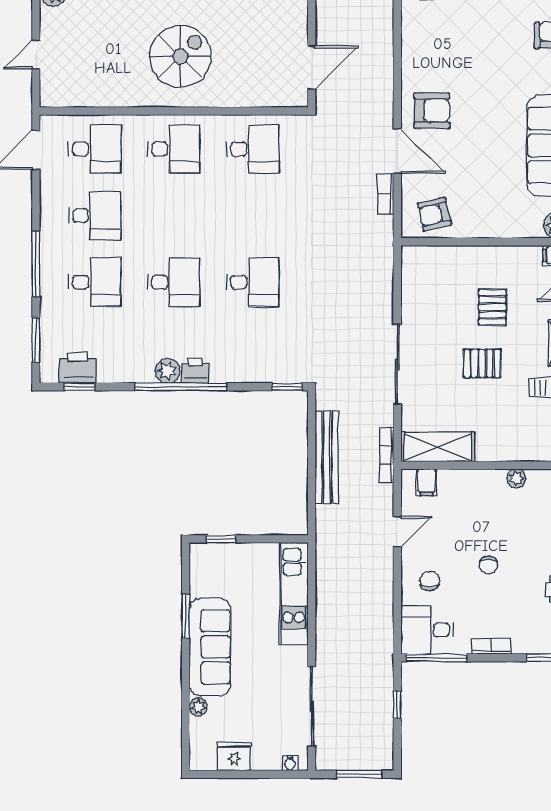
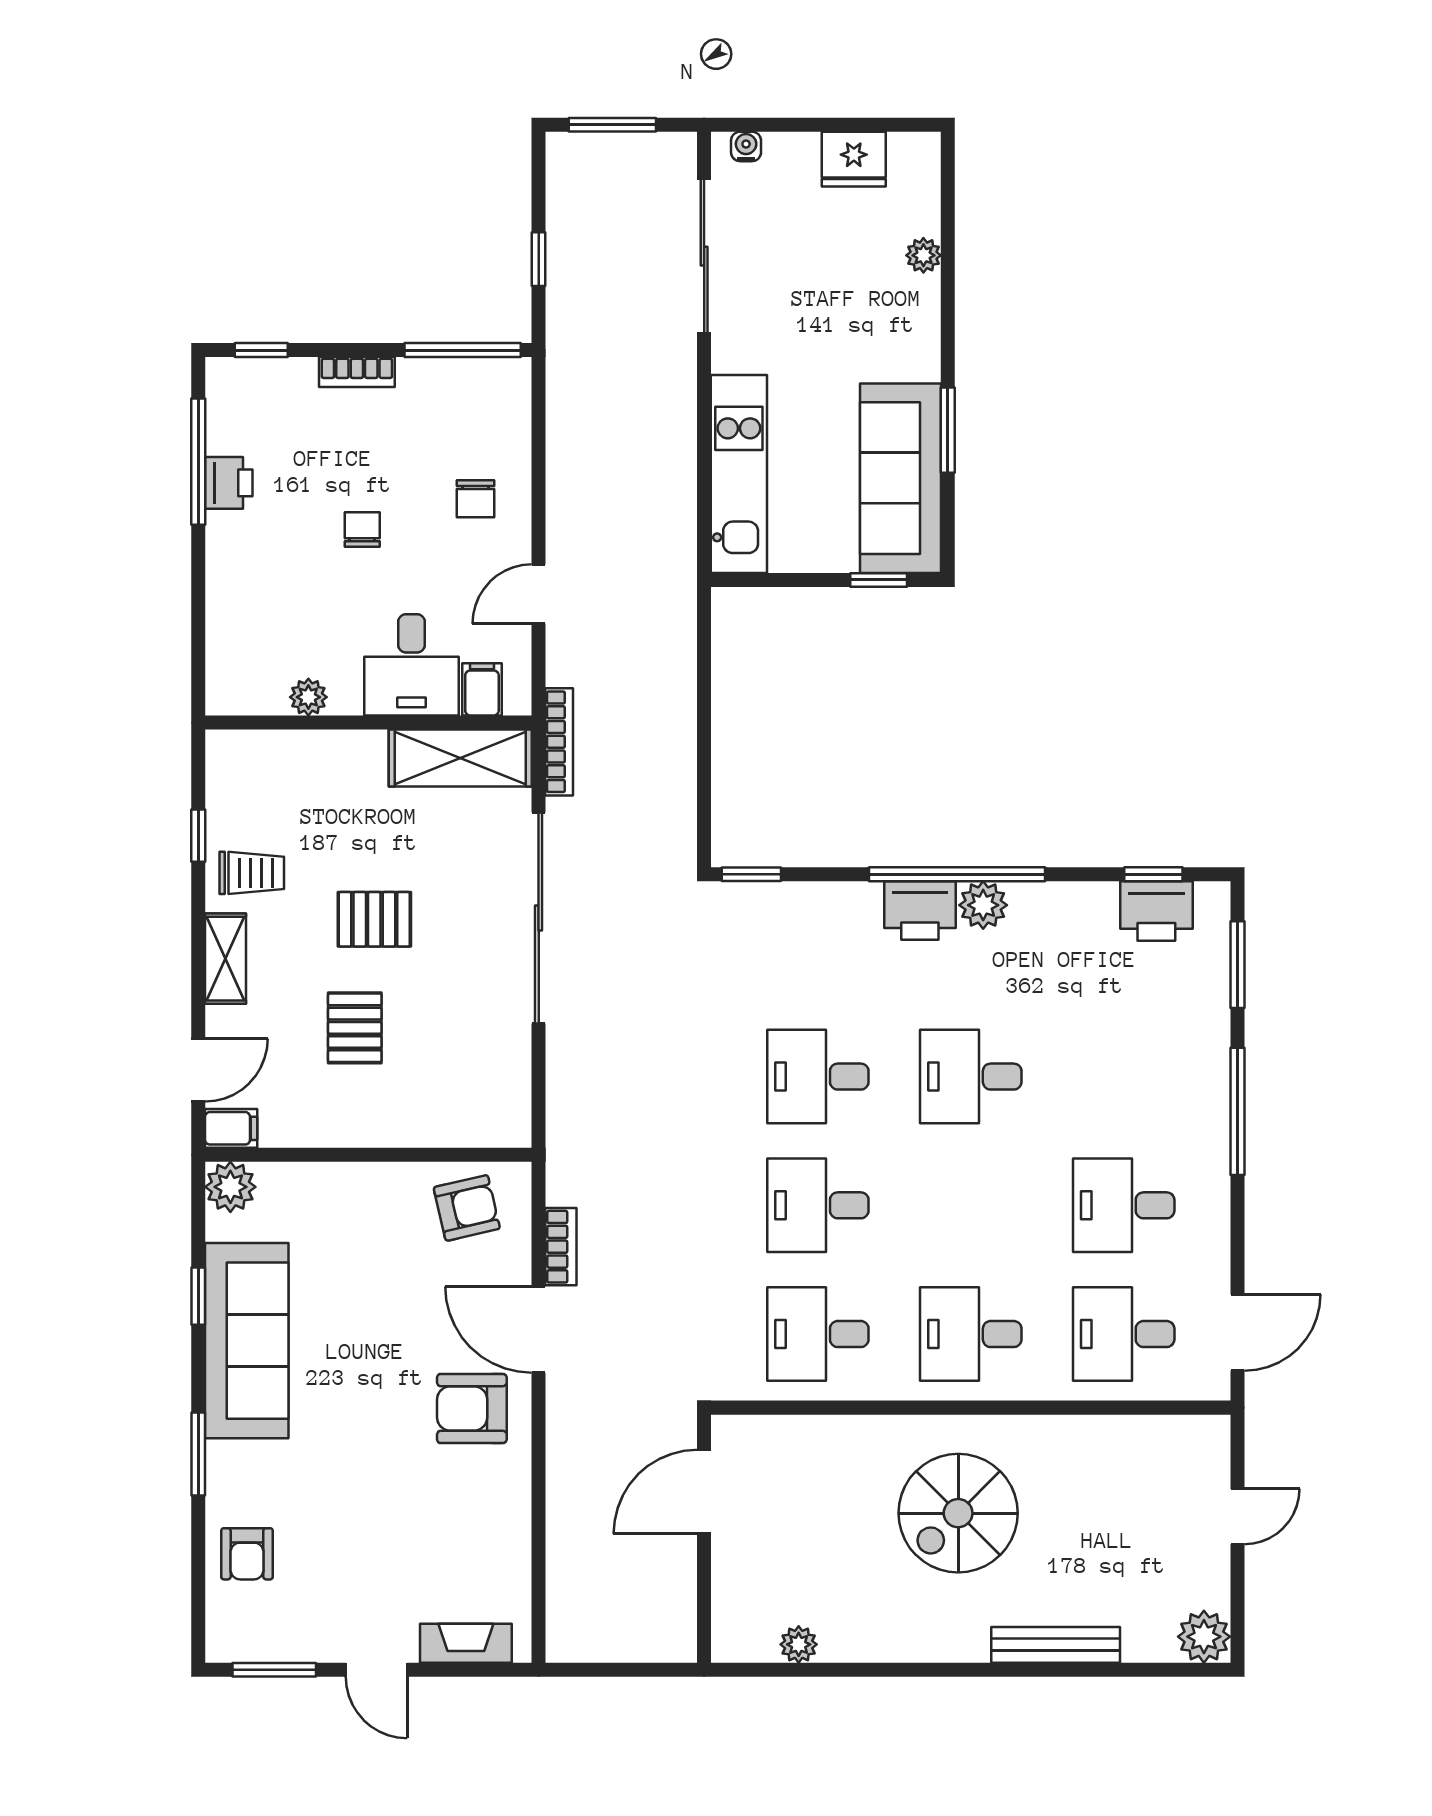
desk: (95, 282) -> (818, 1205), moved
sliding door: (397, 364) -> (539, 918), width x1.36
printer: (195, 371) -> (920, 911), width x1.36, depth x1.24
bench: (327, 457) -> (675, 738), removed
desk: (427, 630) -> (412, 665), moved, turned 90
sofa: (210, 647) -> (901, 478), moved

